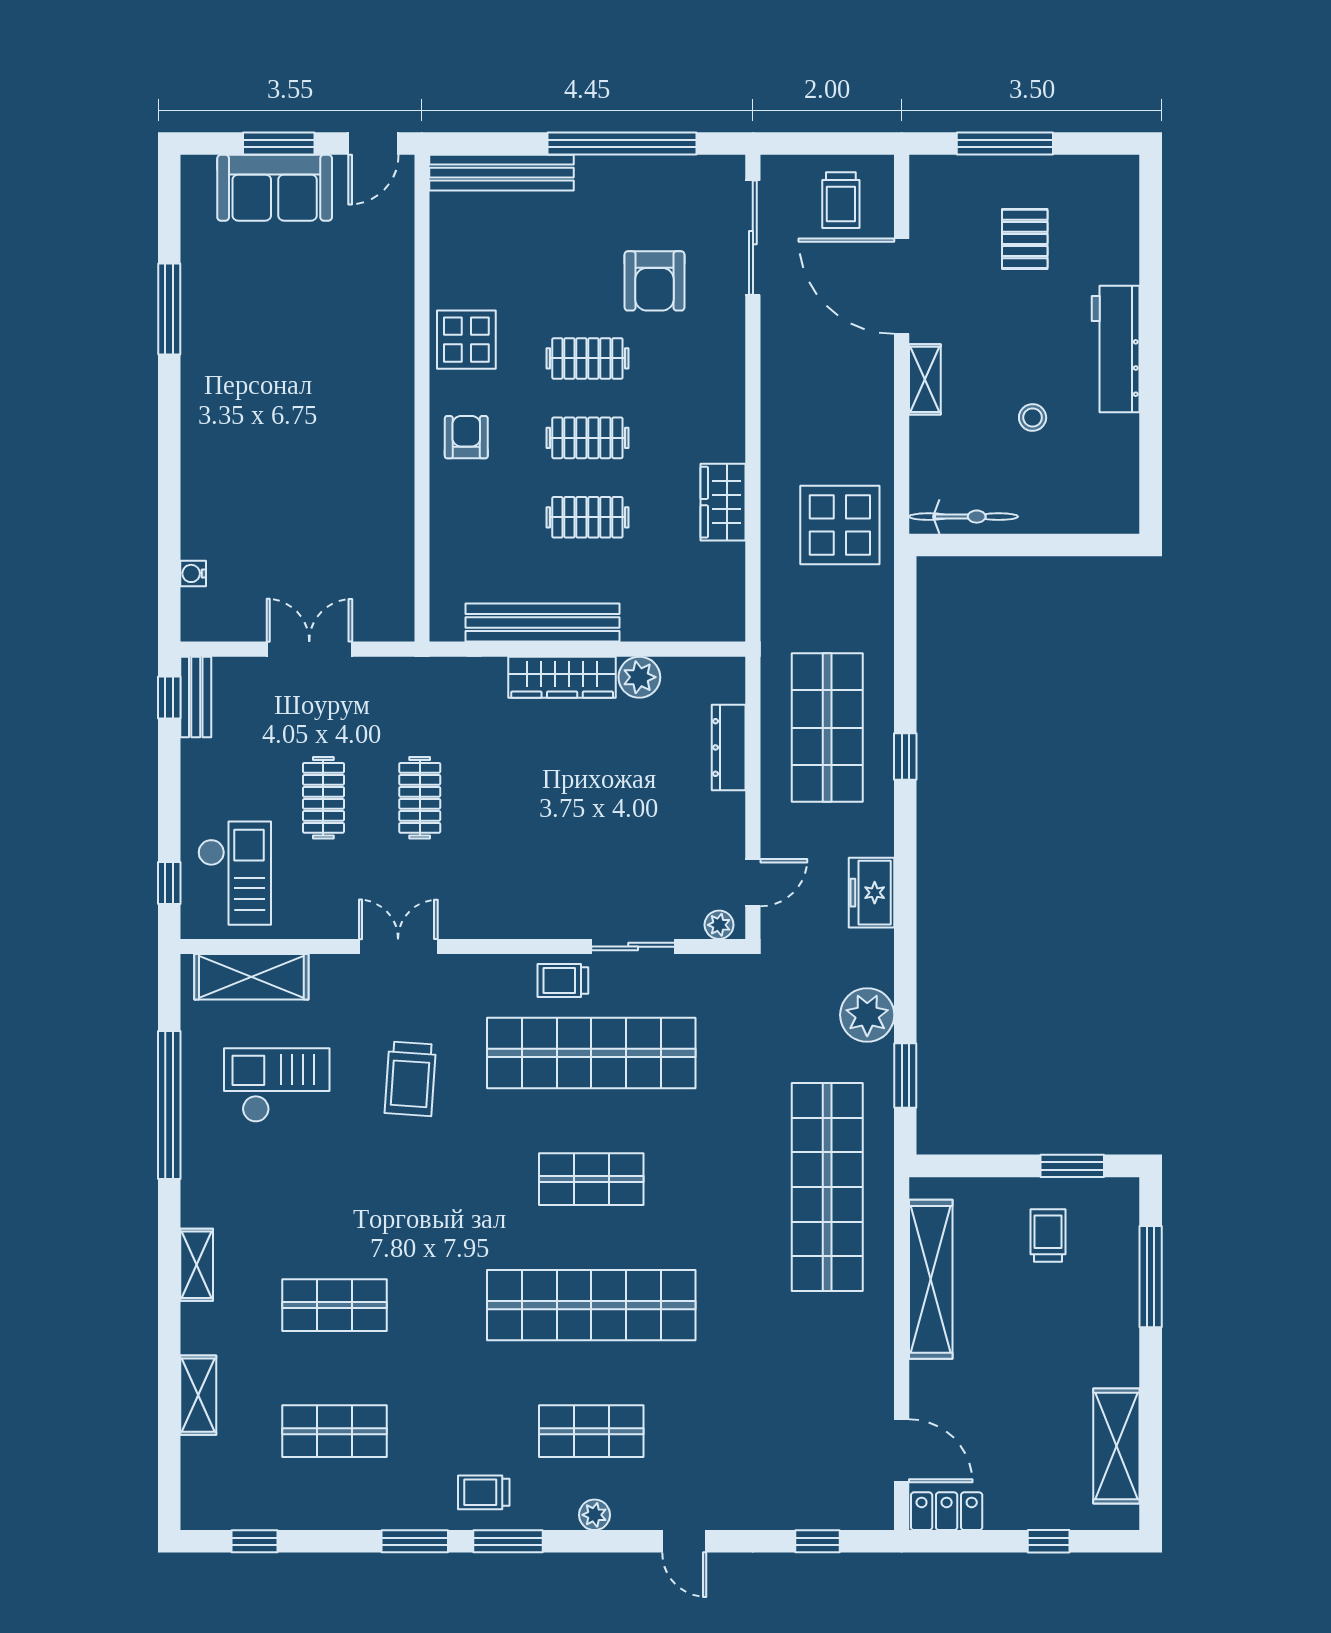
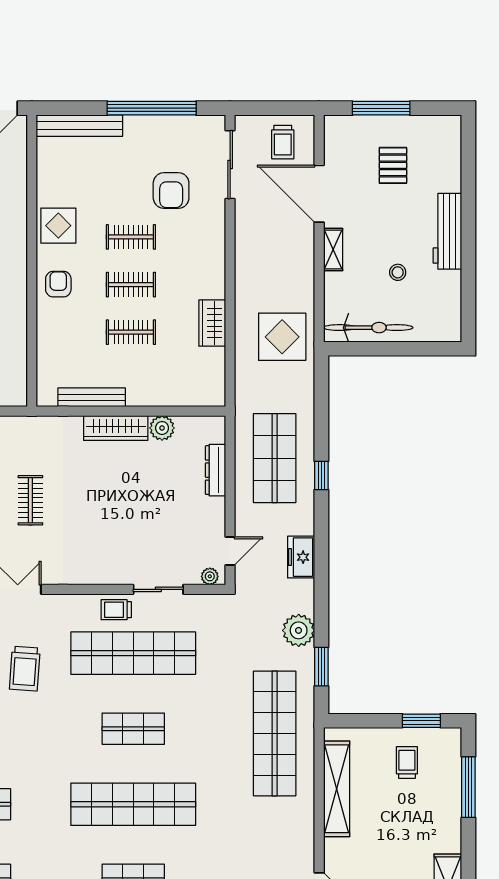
bicycle: (964, 517) -> (368, 328), width x1.37, depth x1.40
bench: (542, 623) -> (92, 397), width x0.73, depth x0.82

